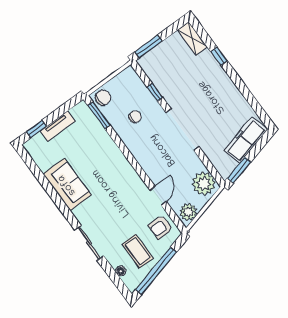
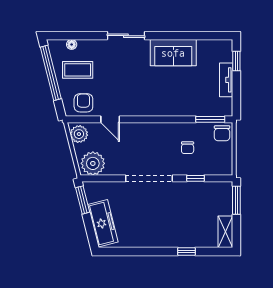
shelving: (192, 38) -> (225, 232), moved, turned 90
sliding door: (89, 243) -> (126, 36), moved

